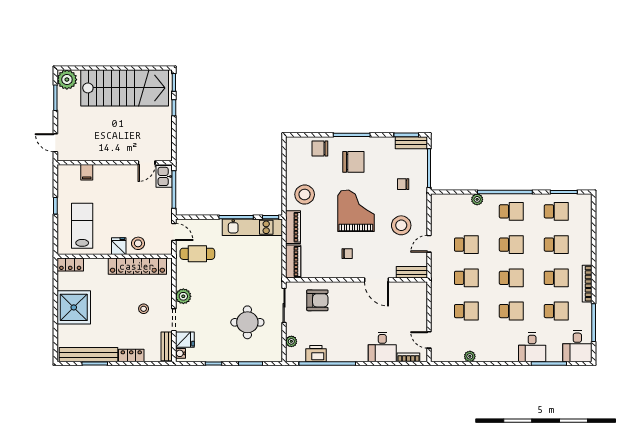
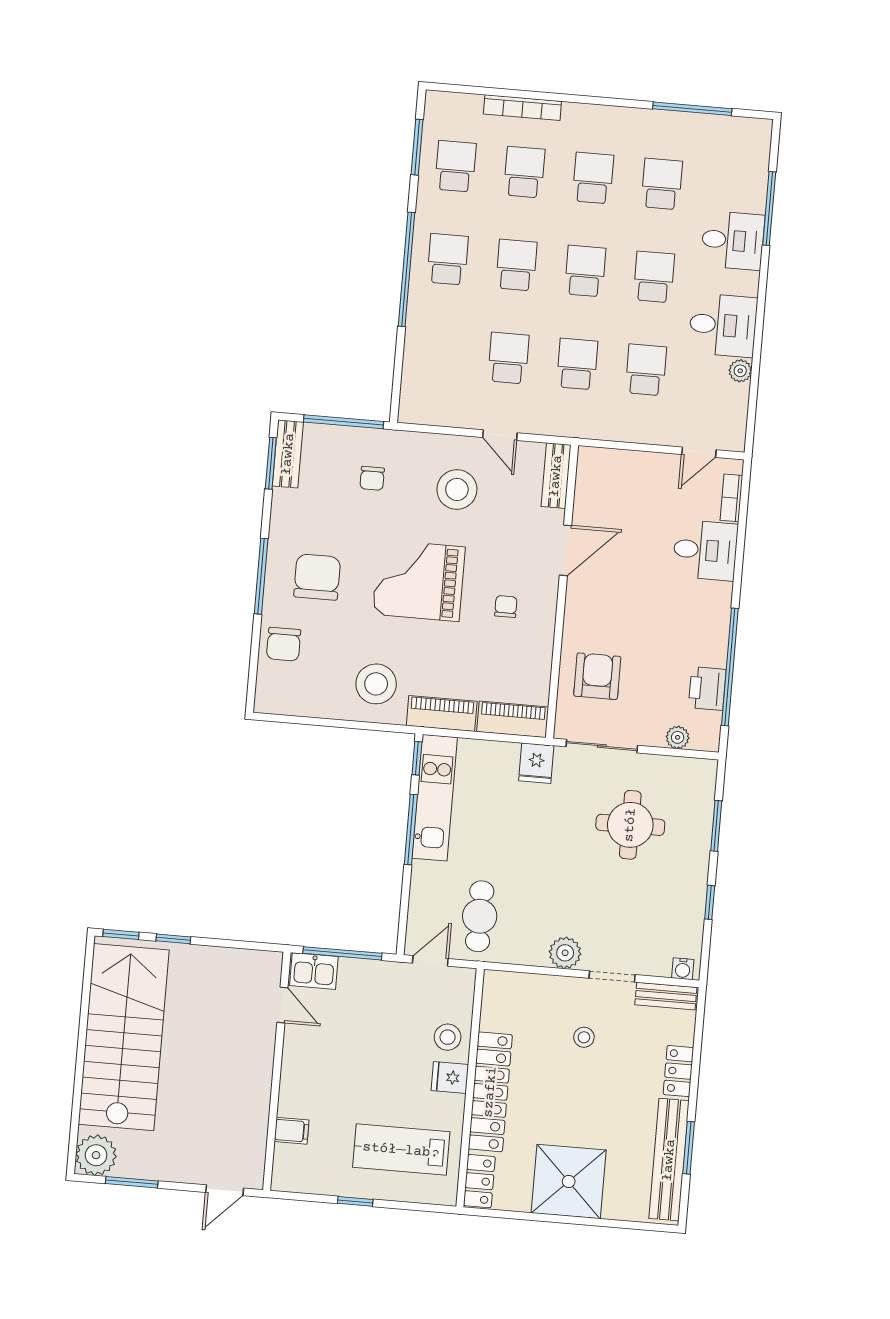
plant: (477, 199) -> (417, 328), removed
locker: (137, 266) -> (490, 1092), moved
bookcase: (587, 284) -> (522, 108), moved
fridge: (185, 340) -> (536, 763), moved, turned 180
desk: (577, 346) -> (723, 325), moved

